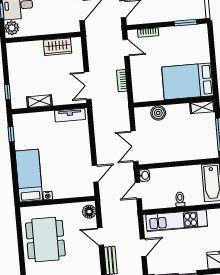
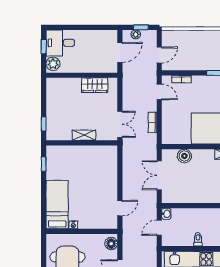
double door: (88, 86) -> (120, 124), swing flipped
shelving: (39, 101) -> (84, 135), moved
tv unit: (70, 115) -> (101, 151), removed
double door: (134, 146) -> (159, 175), moved

